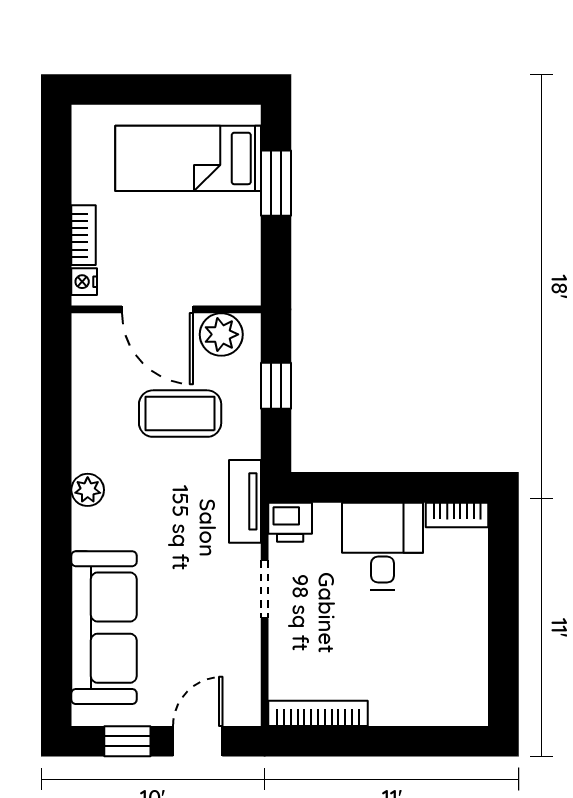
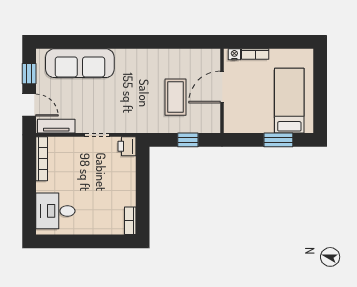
plant: (221, 334) -> (211, 115), removed
plant: (88, 490) -> (141, 56), removed
tv unit: (245, 501) -> (56, 126), moved
desk: (383, 546) -> (55, 211), moved, turned 180

